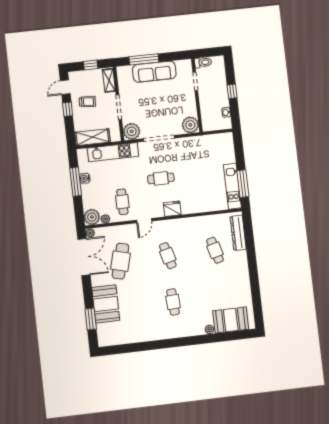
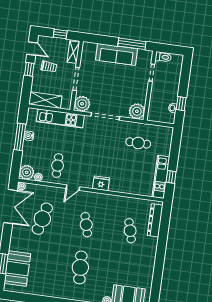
window: (144, 59) -> (132, 44), moved
door: (65, 87) -> (32, 48), swing flipped
window: (232, 91) -> (181, 104), moved
cafe table: (161, 178) -> (138, 143), moved
window: (243, 184) -> (171, 177), width x0.46
cafe table: (173, 302) -> (80, 267), width x1.37, depth x1.35
booth: (106, 304) -> (17, 269), moved

